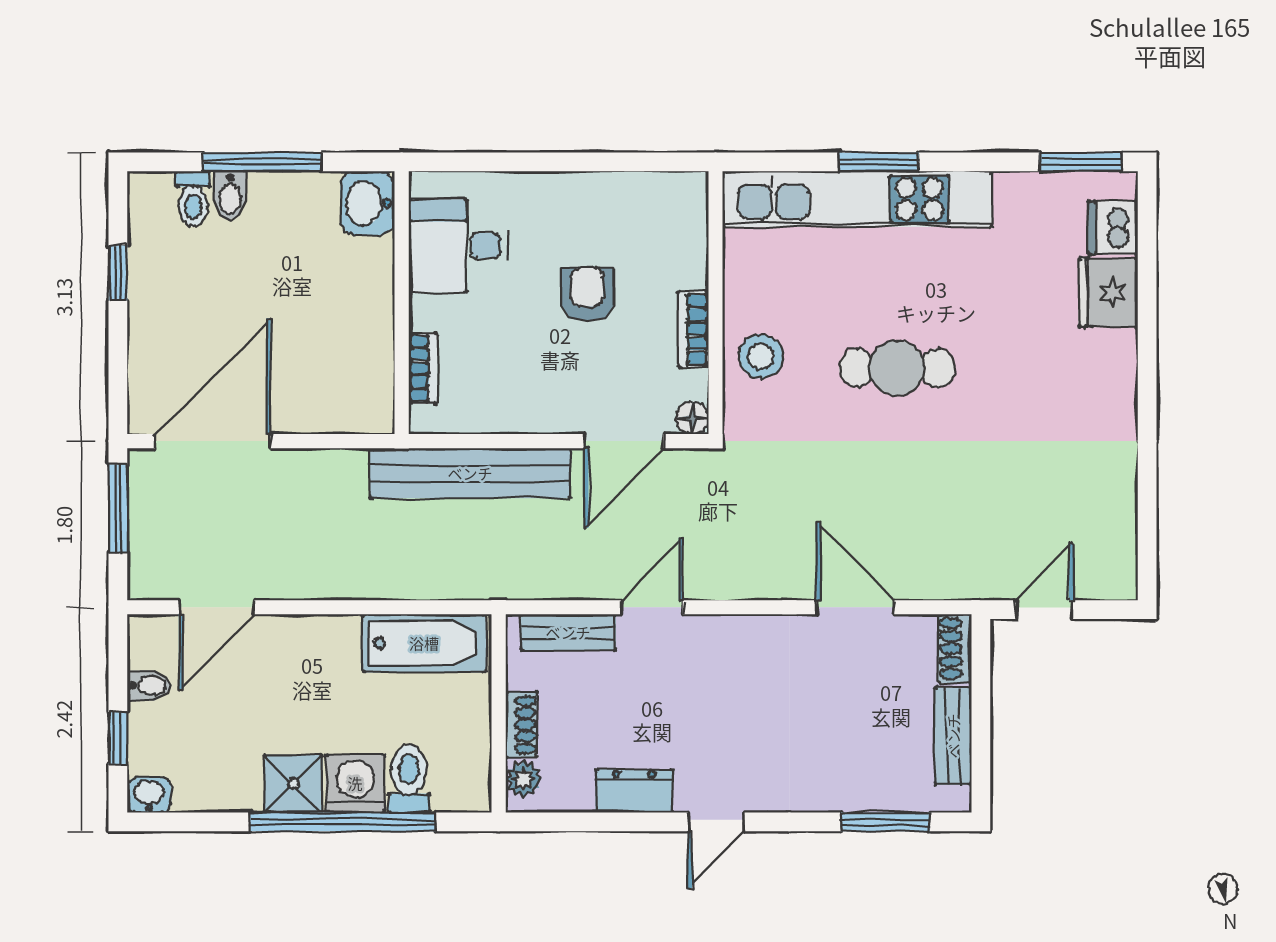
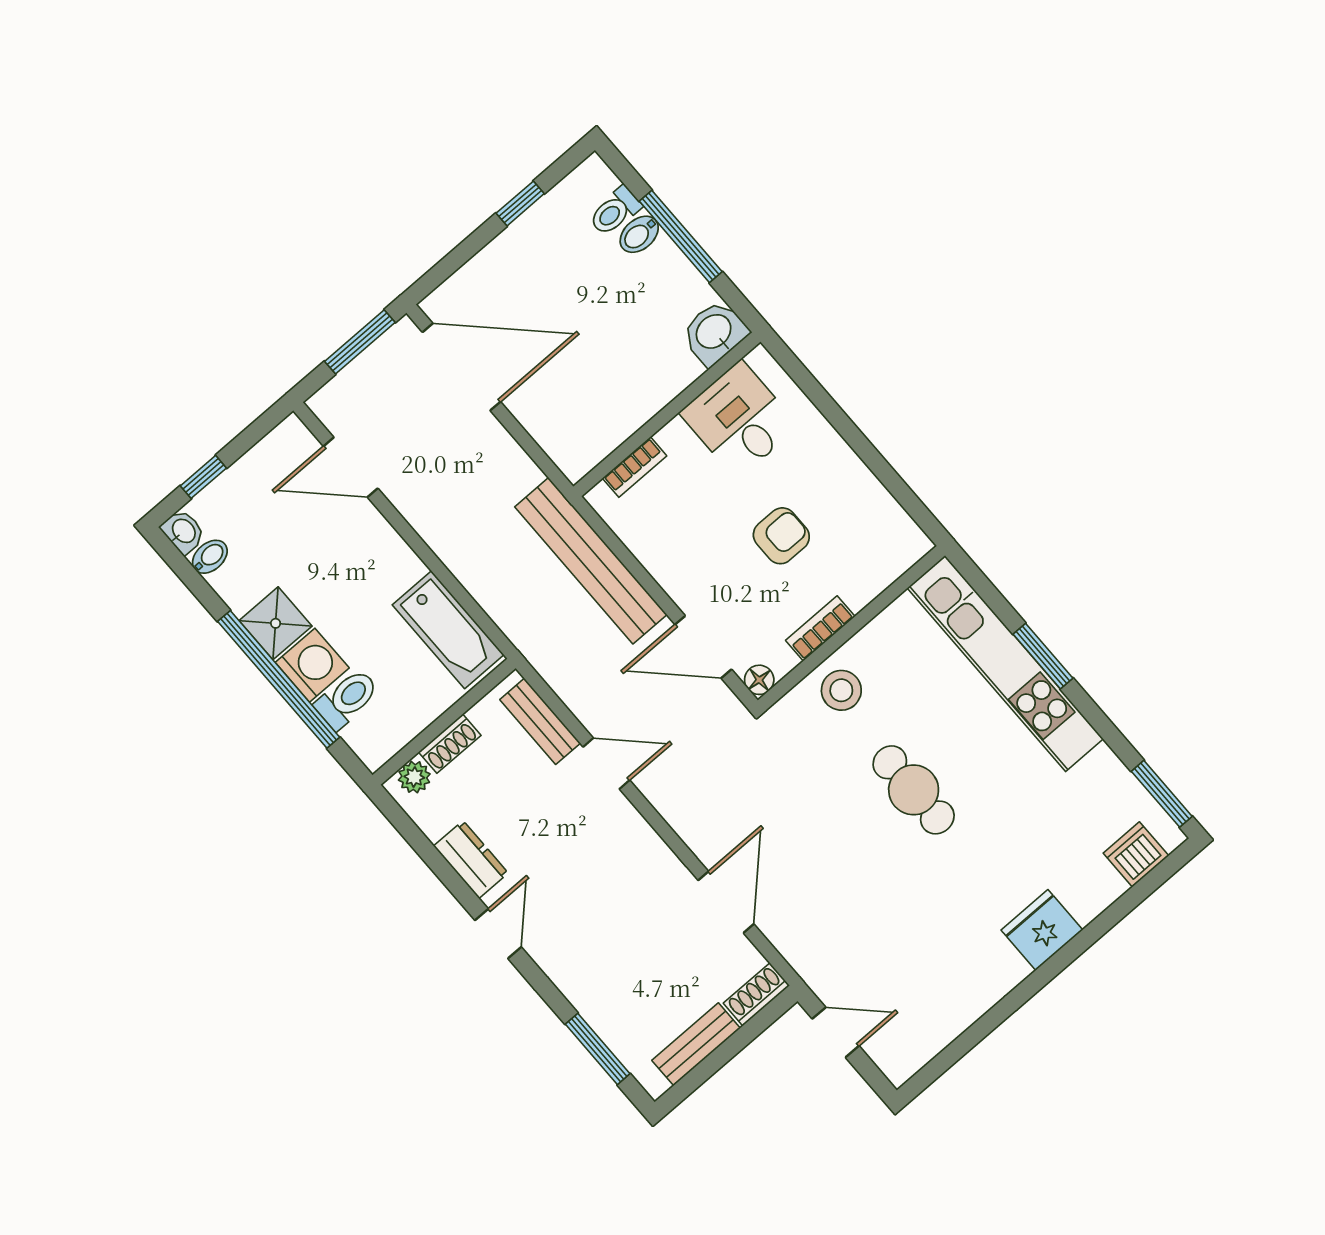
fridge: (1108, 293) -> (1042, 930), moved
bidet: (149, 686) -> (210, 557), moved, turned -90
door: (716, 822) -> (498, 934), swing flipped

